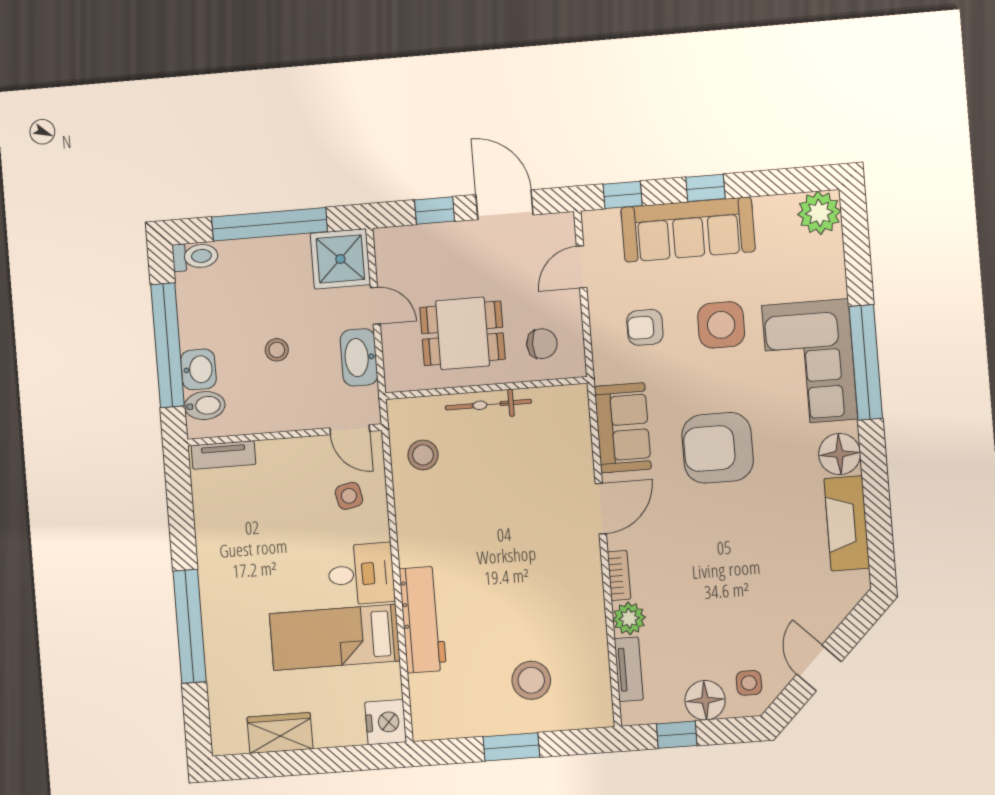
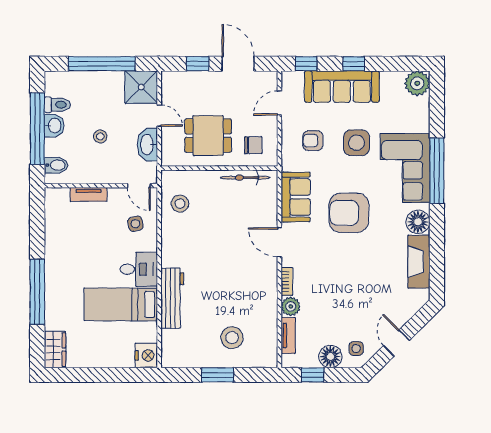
toilet: (195, 256) -> (57, 105), moved
washbasin: (199, 369) -> (54, 126), moved
bicycle: (488, 405) -> (245, 178), moved
tv unit: (224, 455) -> (89, 194), moved
door: (601, 509) -> (279, 242), swing flipped
wardrobe: (280, 733) -> (55, 350), moved, turned 90

